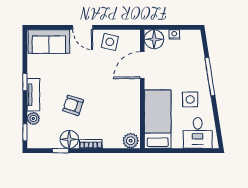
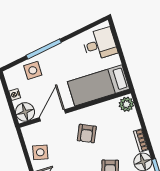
door: (142, 65) -> (53, 115), swing flipped
armchair: (114, 93) -> (87, 134), added
side table: (190, 99) -> (33, 70), moved

